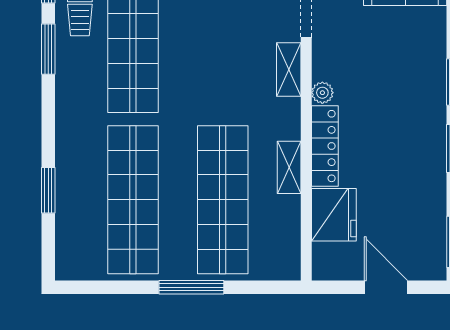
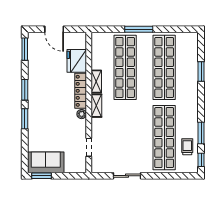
shelving: (289, 69) -> (96, 106), moved

